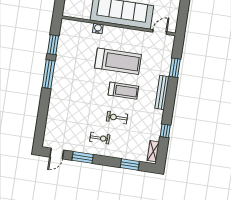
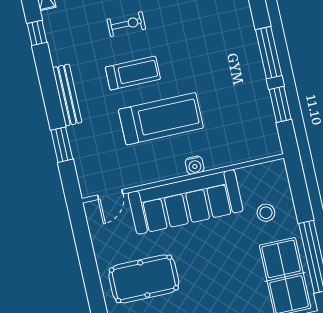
water cooler: (98, 29) -> (195, 165), moved
treadmill: (118, 61) -> (161, 119), turned 180
treadmill: (123, 91) -> (133, 73), turned 180

